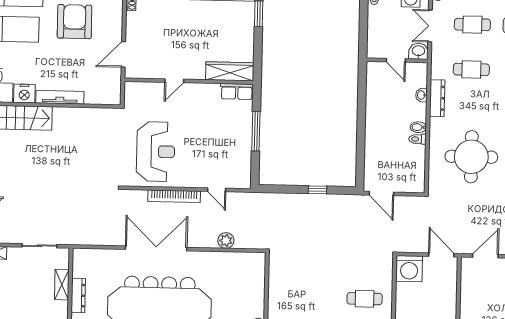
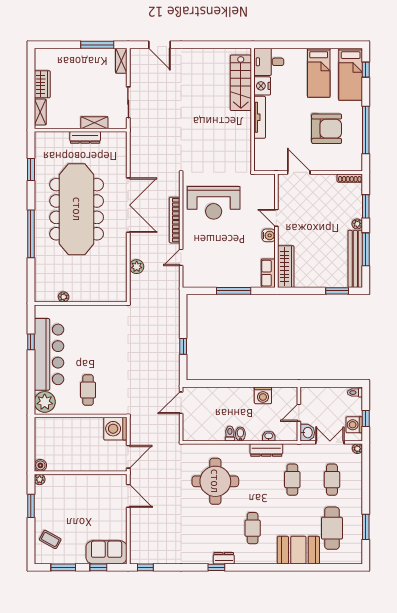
water cooler: (194, 90) -> (269, 235), added
washing machine: (375, 101) -> (263, 395), added

